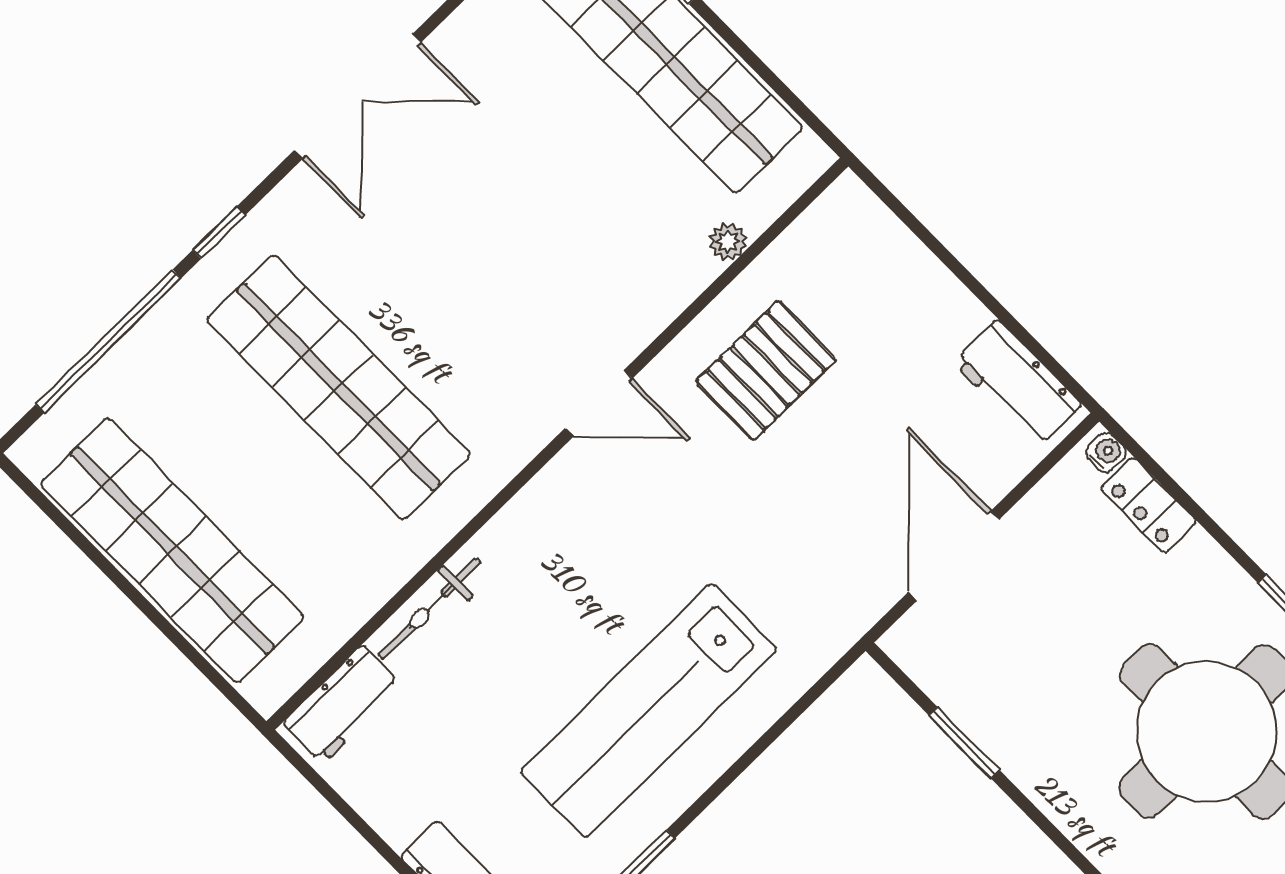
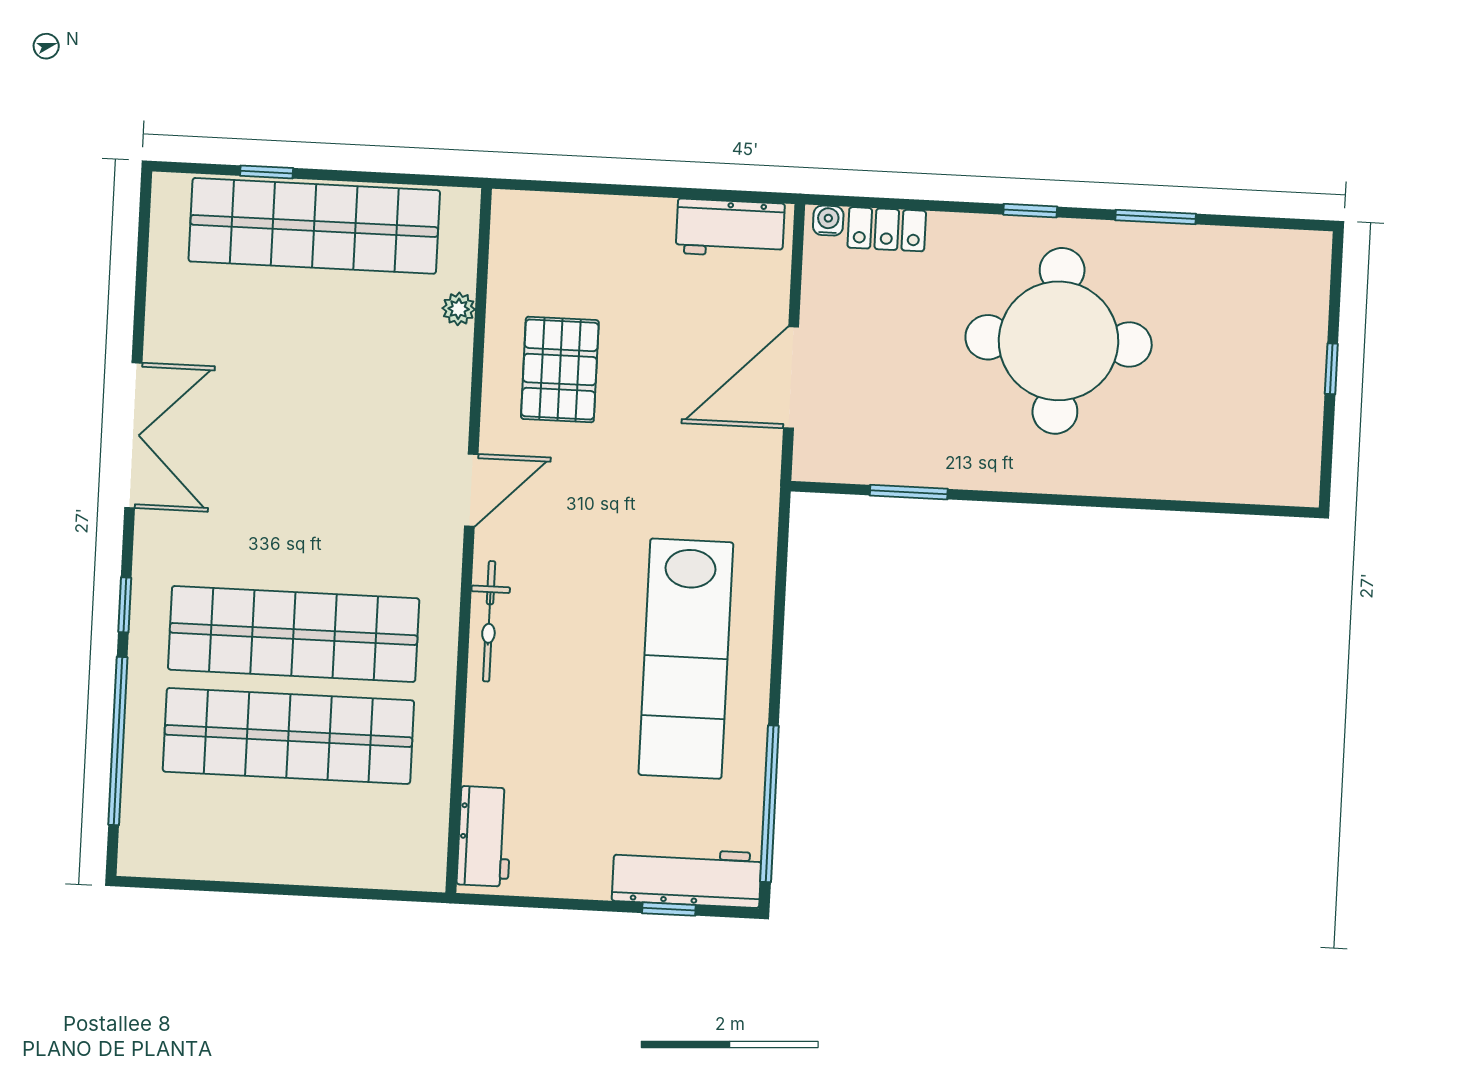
shop shelf: (172, 550) -> (288, 736), moved
door: (954, 556) -> (791, 378), hinge flipped
bicycle: (429, 609) -> (489, 621), moved

